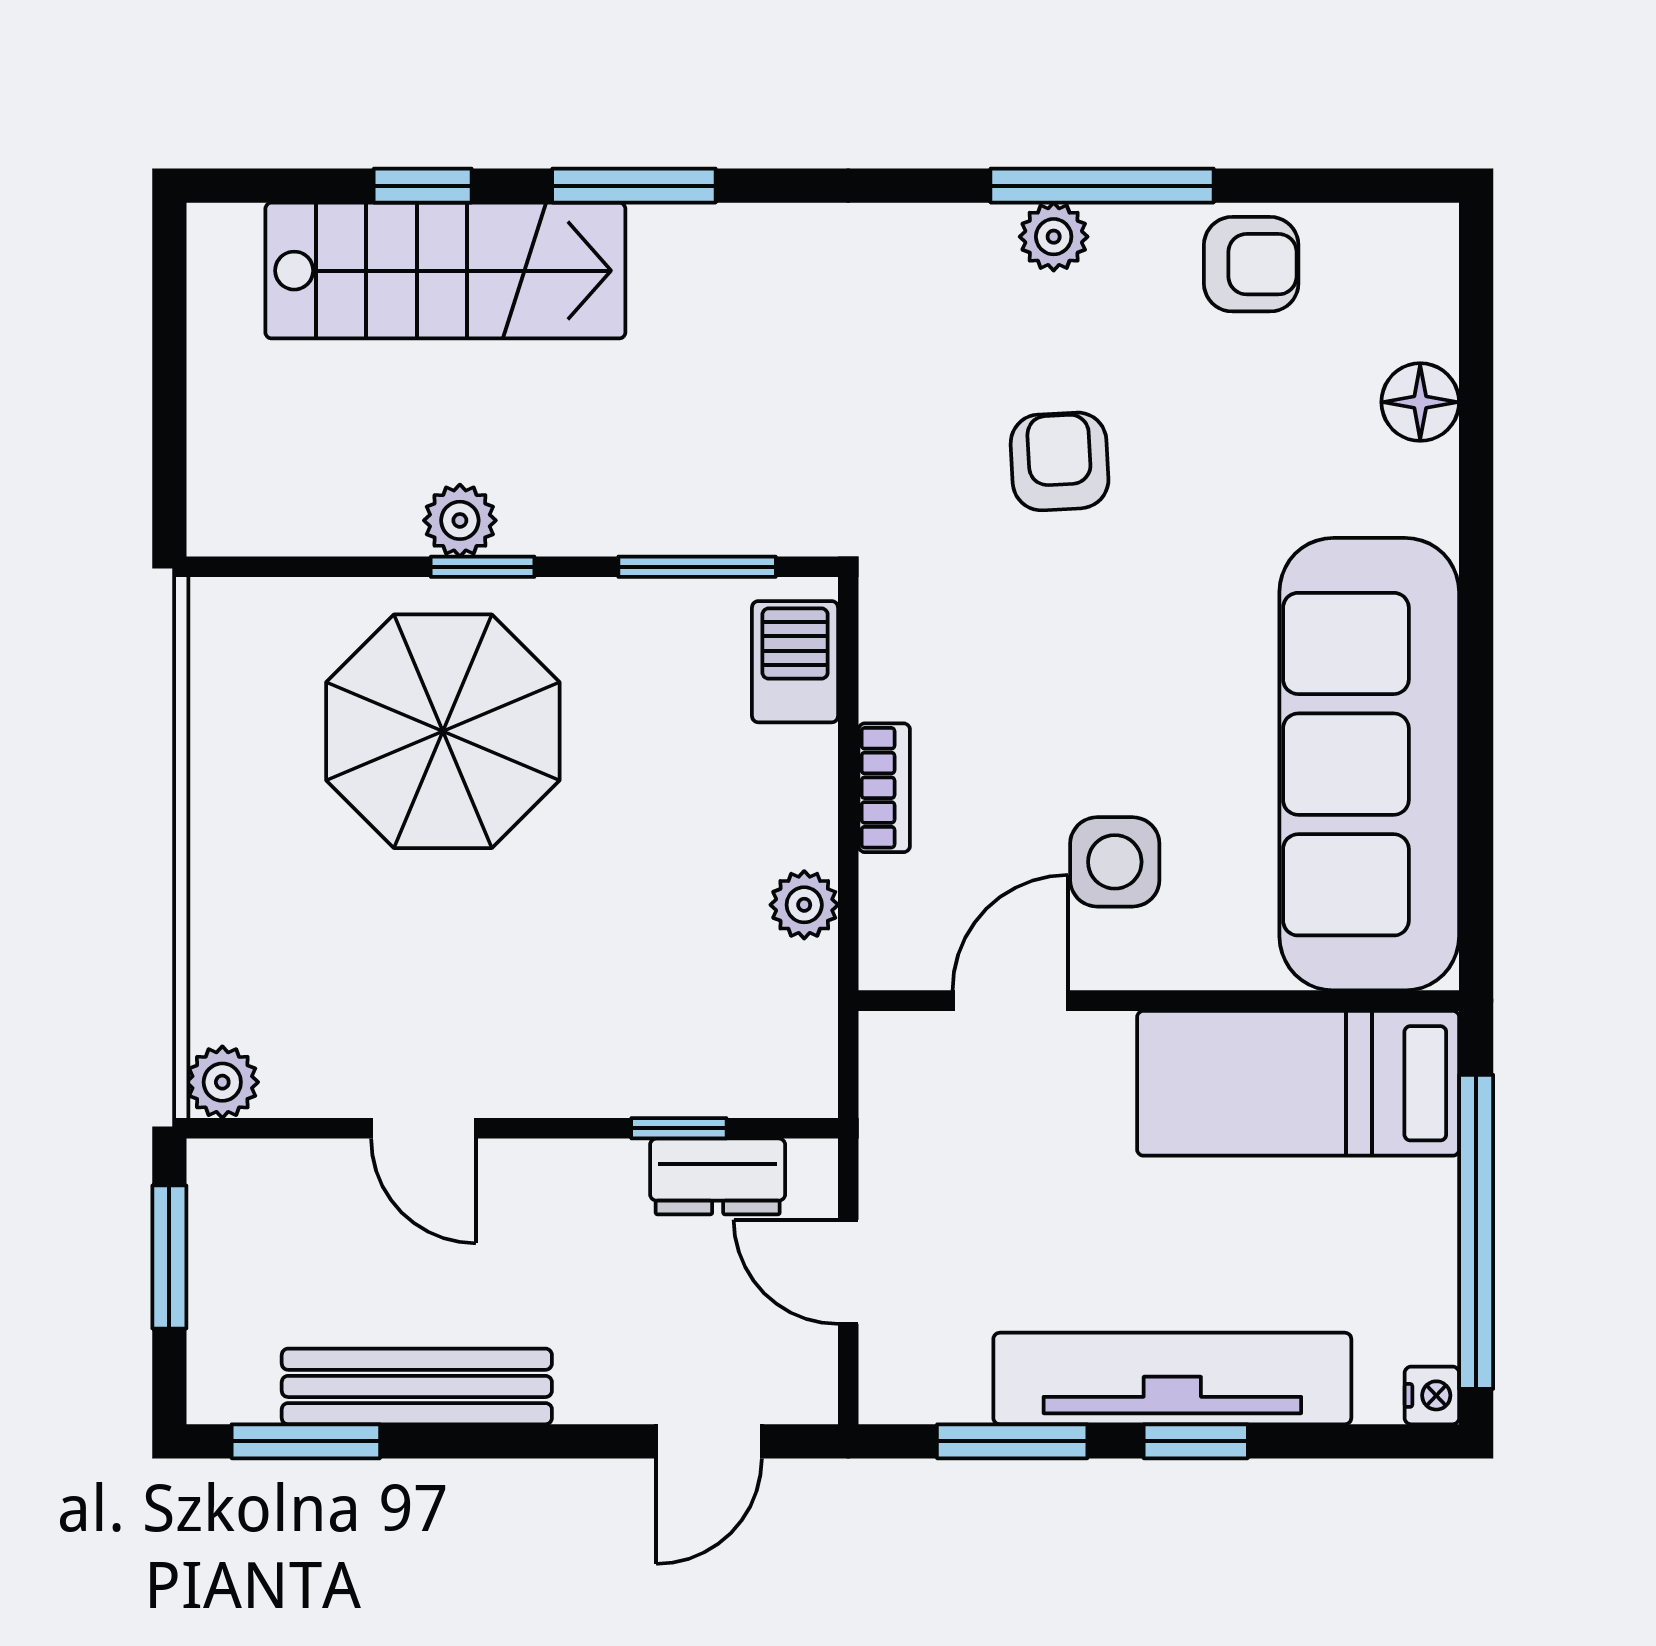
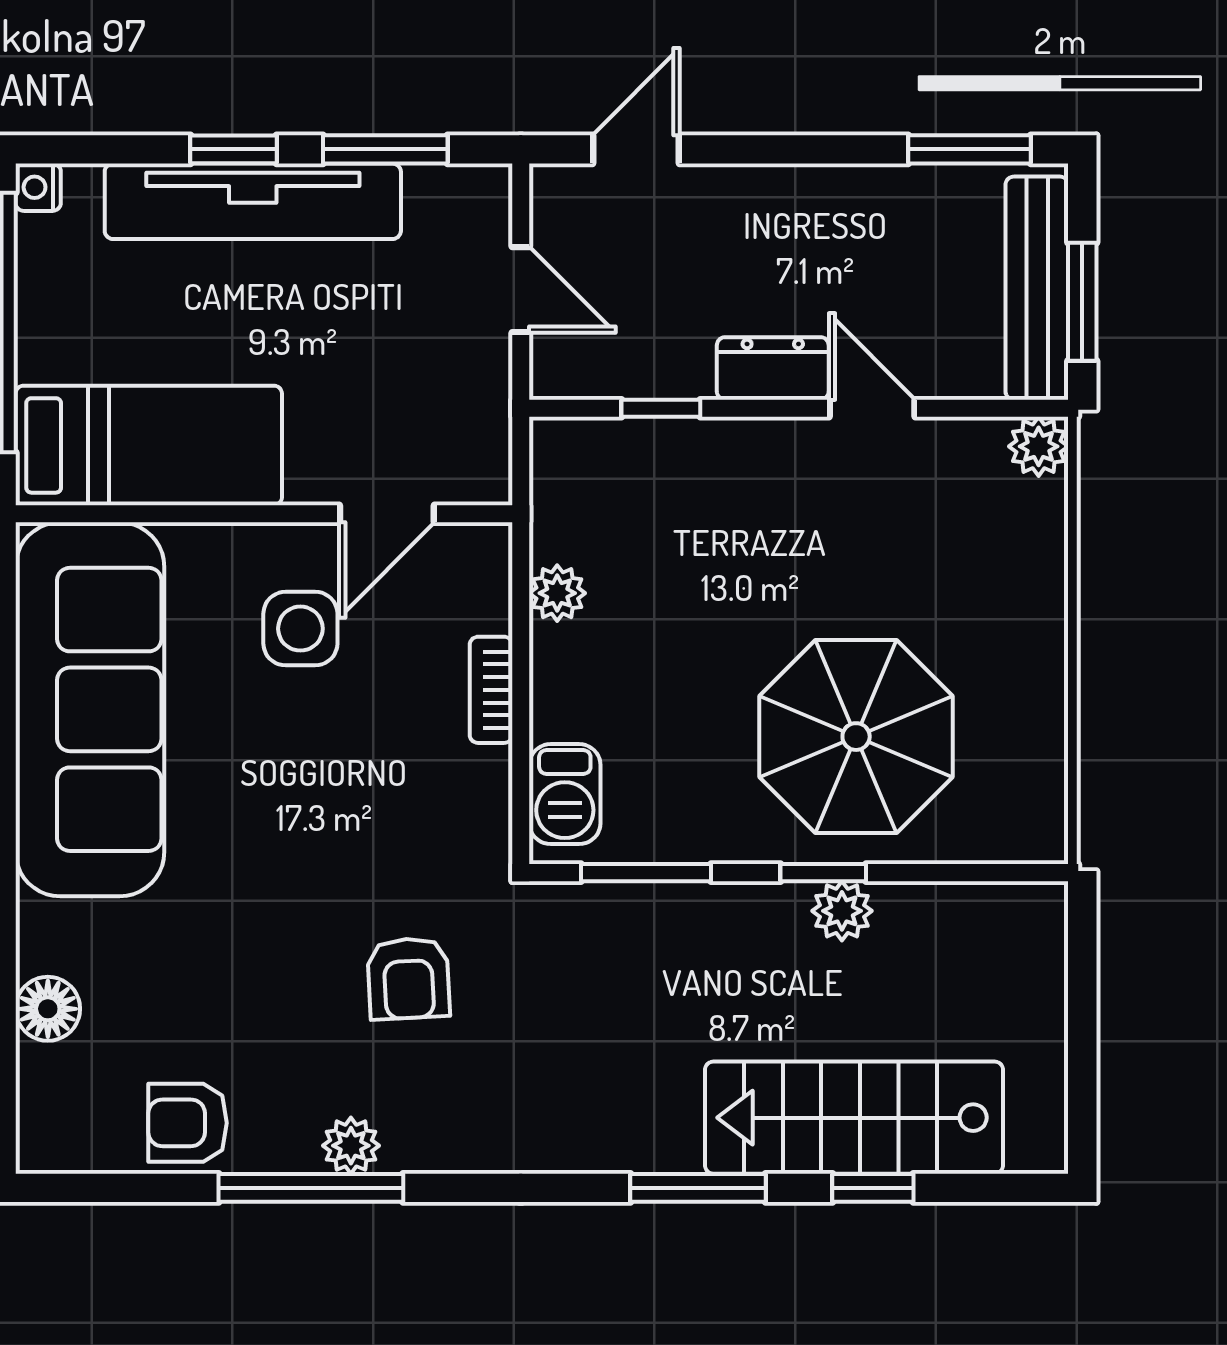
armchair: (1060, 461) -> (408, 978), moved
dresser: (718, 1176) -> (773, 368), moved
bench: (417, 1386) -> (1037, 288), moved, turned 90

